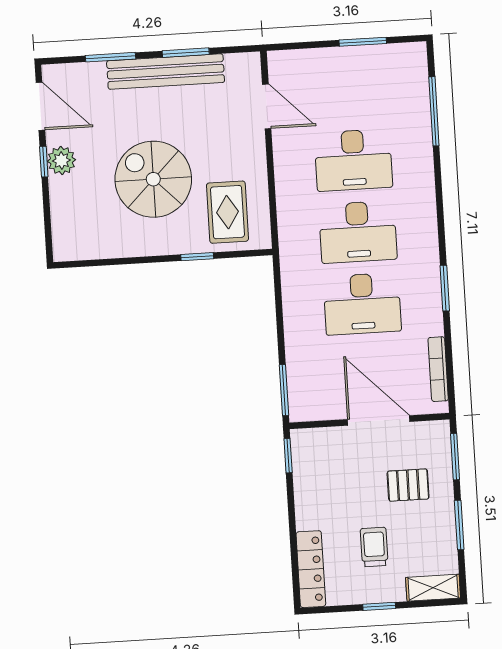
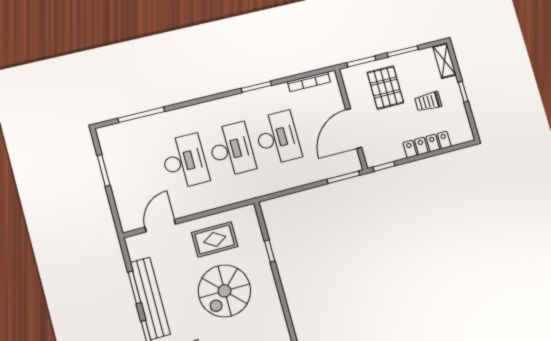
rug: (227, 212) -> (215, 239), moved
door: (379, 421) -> (354, 129), moved
pallet: (408, 485) -> (385, 88), width x1.50, depth x1.42
locker: (311, 569) -> (427, 145), moved

